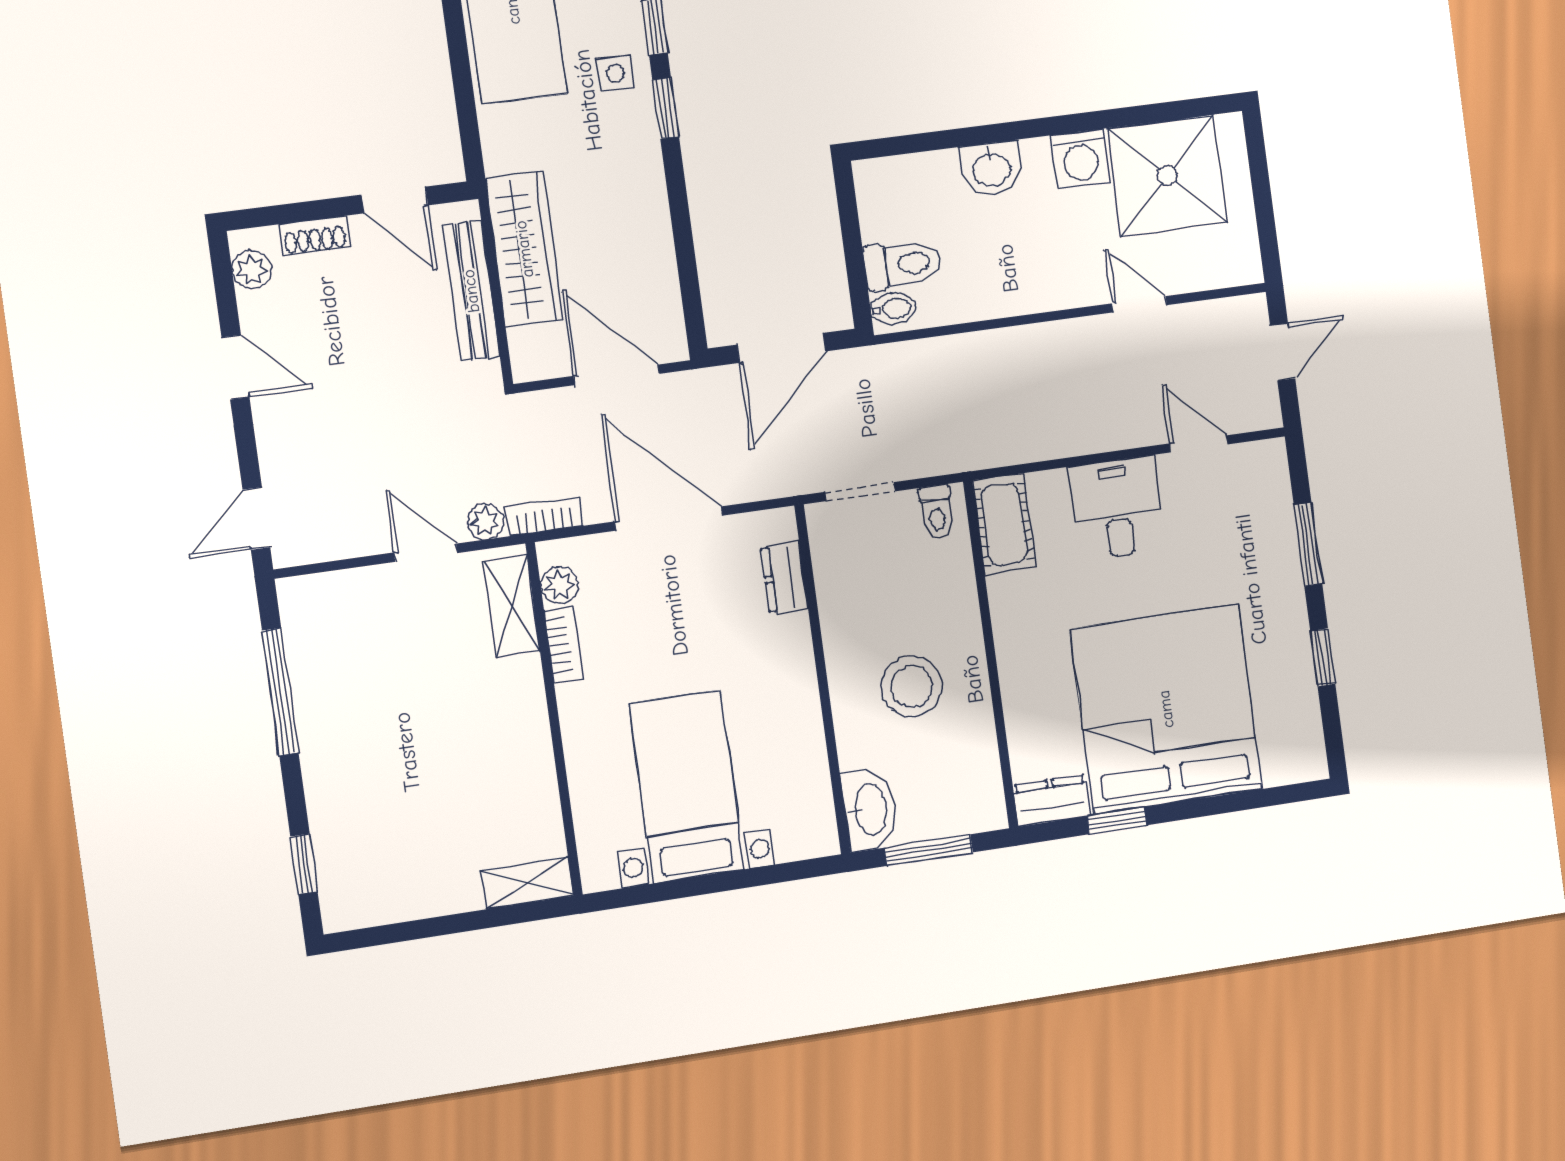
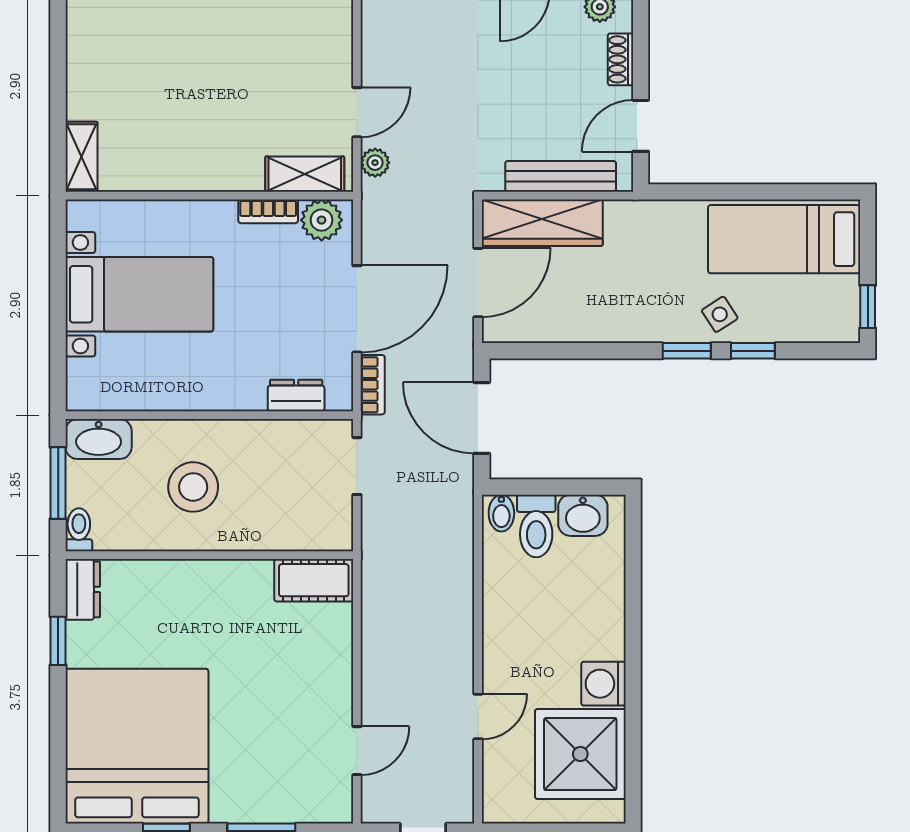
side table: (615, 73) -> (720, 314), turned -33
washbasin: (992, 168) -> (583, 515), moved, turned -90
wardrobe: (524, 249) -> (542, 223), moved
desk: (1117, 508) -> (314, 675), removed
toilet: (937, 512) -> (79, 530), moved, turned 90
bookcase: (544, 516) -> (373, 385), moved
plant: (559, 585) -> (322, 220), width x1.38, depth x1.38
bed: (1166, 709) -> (137, 746), moved, turned -90

